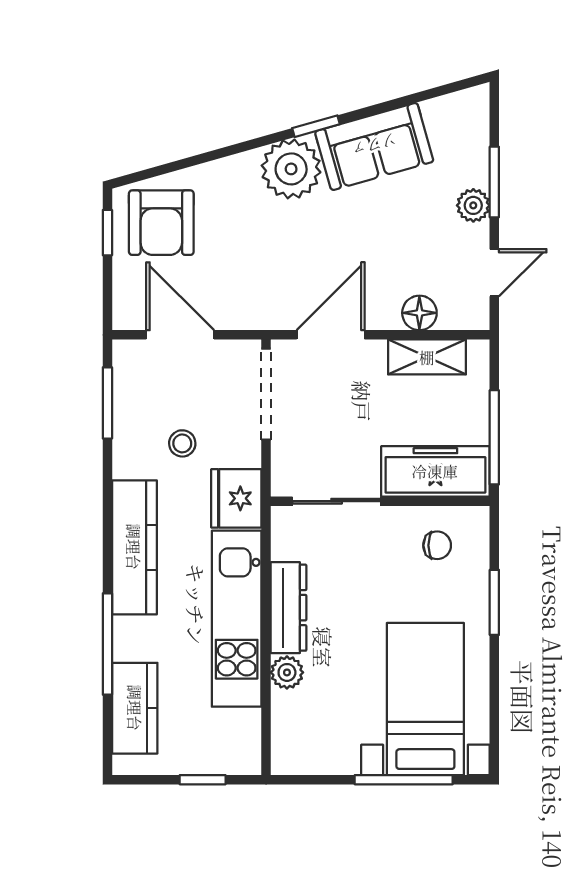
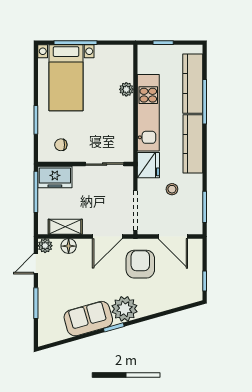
plant: (473, 205) -> (45, 246), moved
armchair: (161, 223) -> (140, 264), moved
freezer: (435, 471) -> (55, 177), width x0.71
dresser: (289, 608) -> (126, 118), removed
kitchen counter: (135, 708) -> (193, 84), width x1.50

